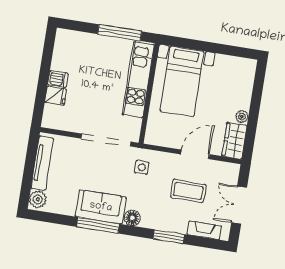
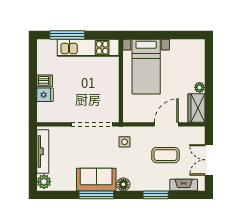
window: (120, 33) -> (67, 35), moved
kitchen unit: (138, 80) -> (88, 48), moved, turned -90

